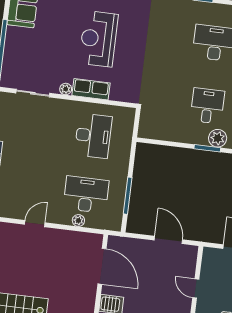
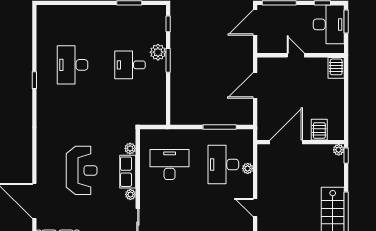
reception desk: (99, 39) -> (82, 170), turned -90
plant: (116, 95) -> (130, 148), added
door: (196, 288) -> (296, 55), swing flipped

